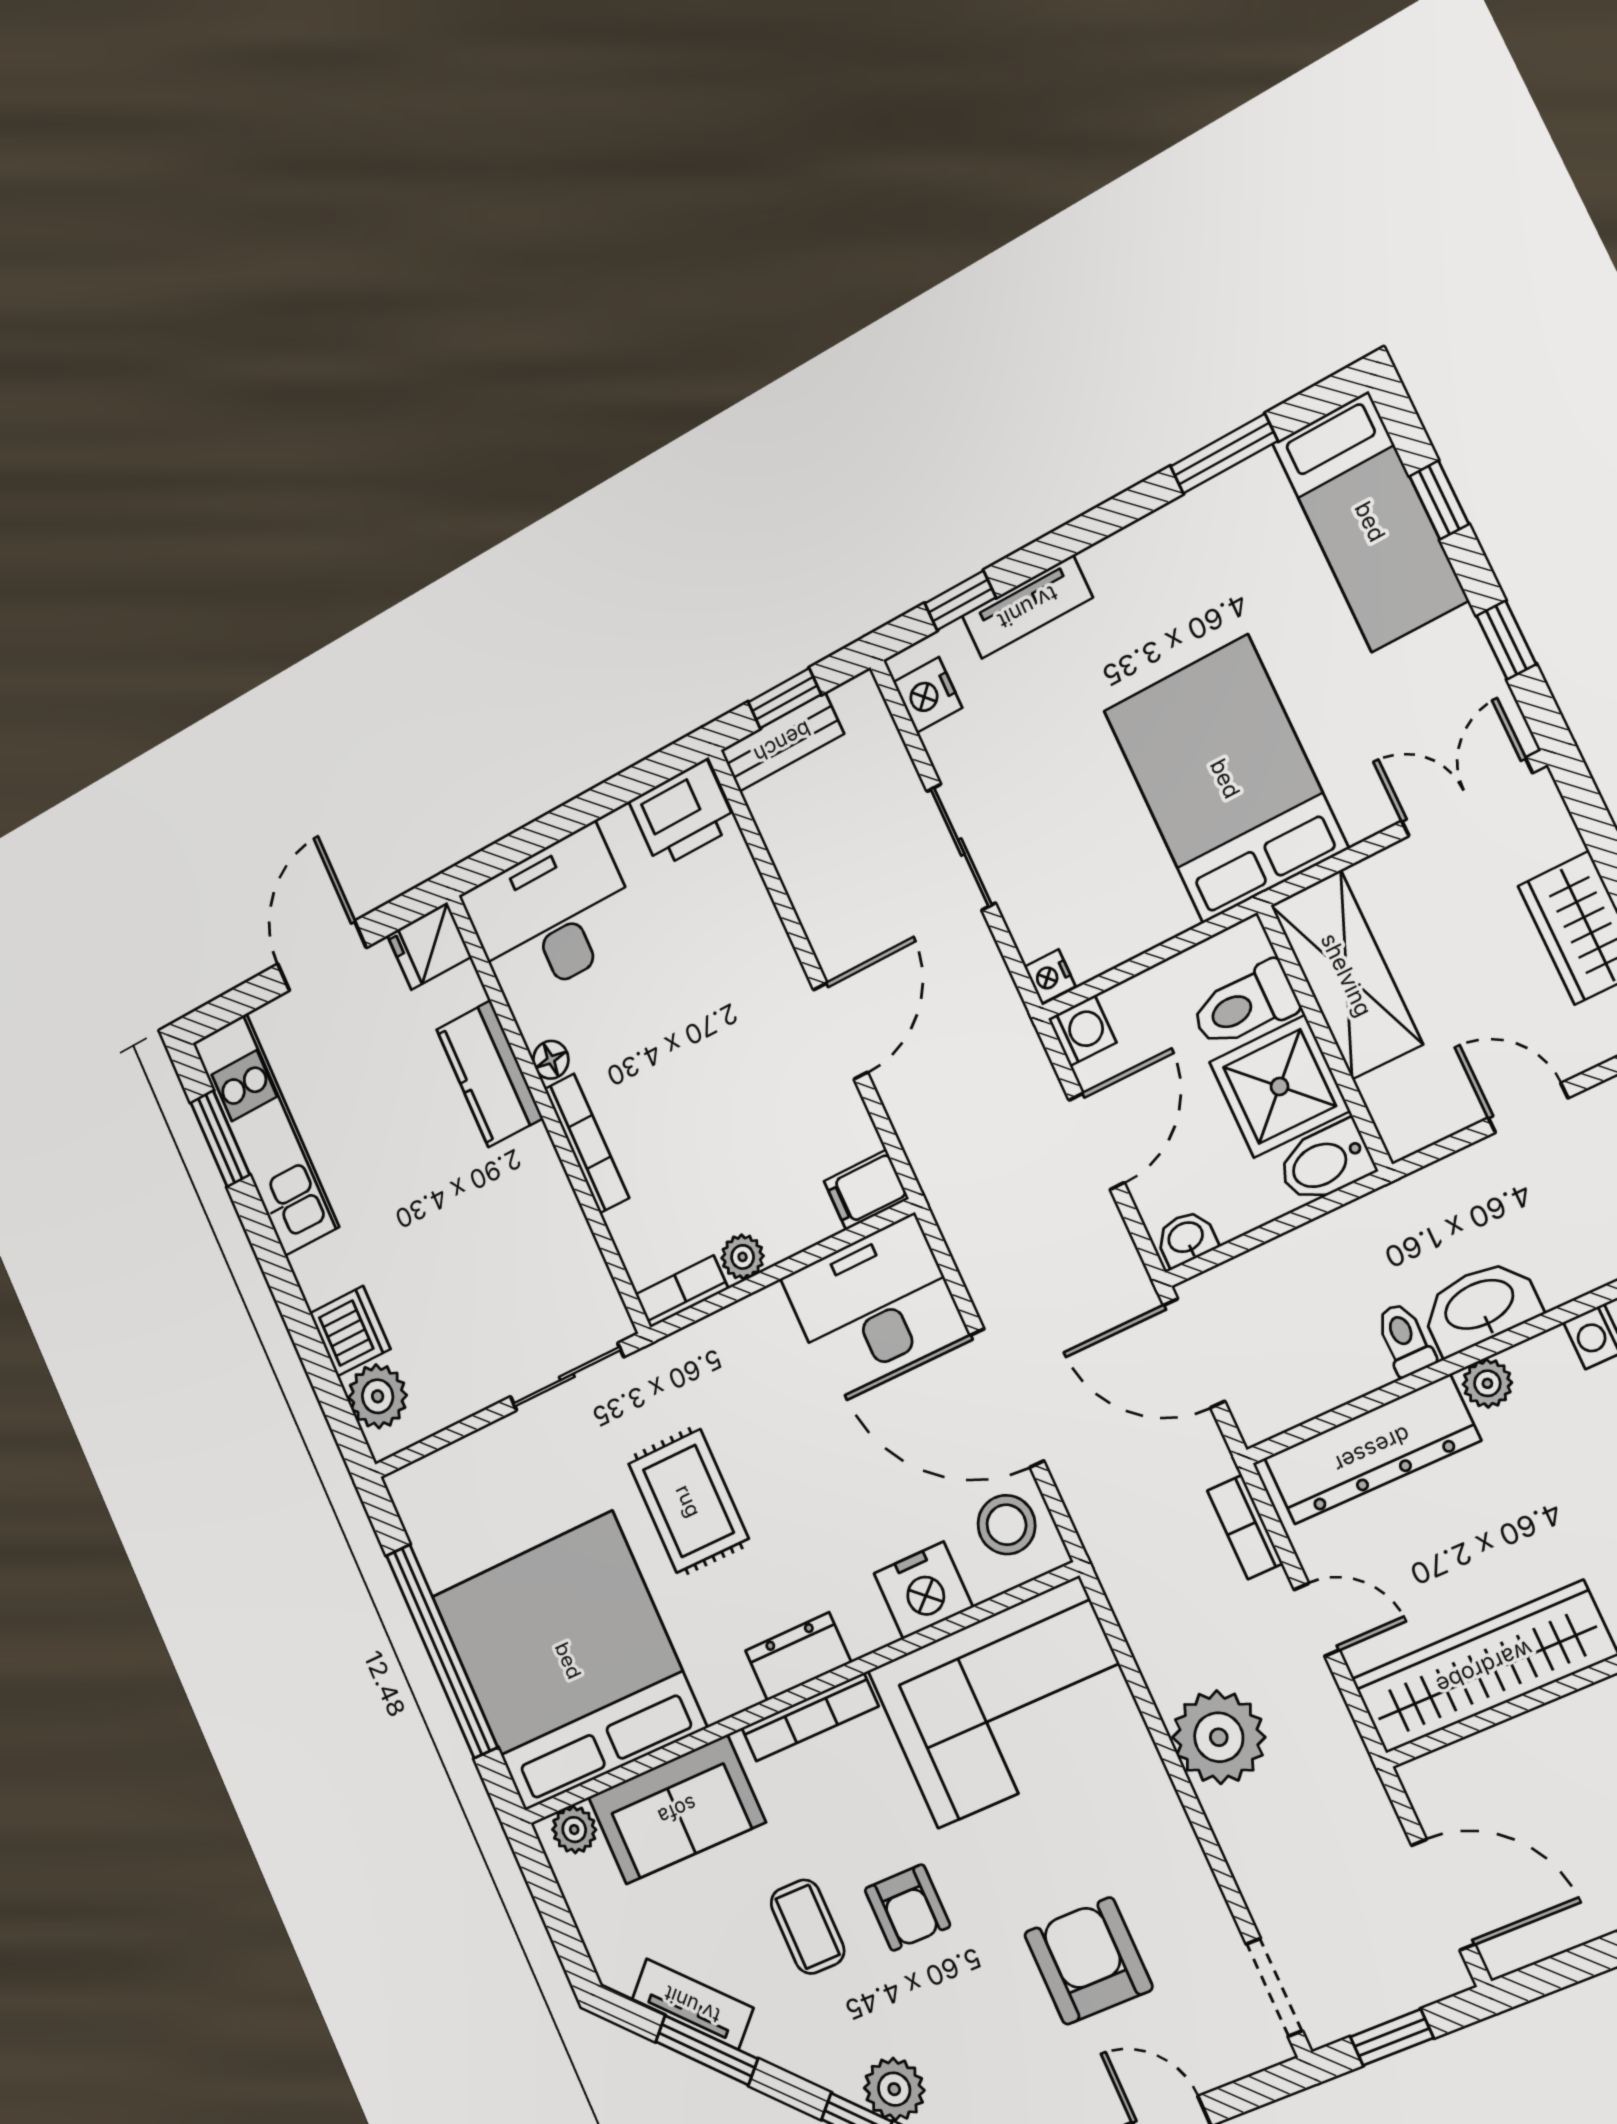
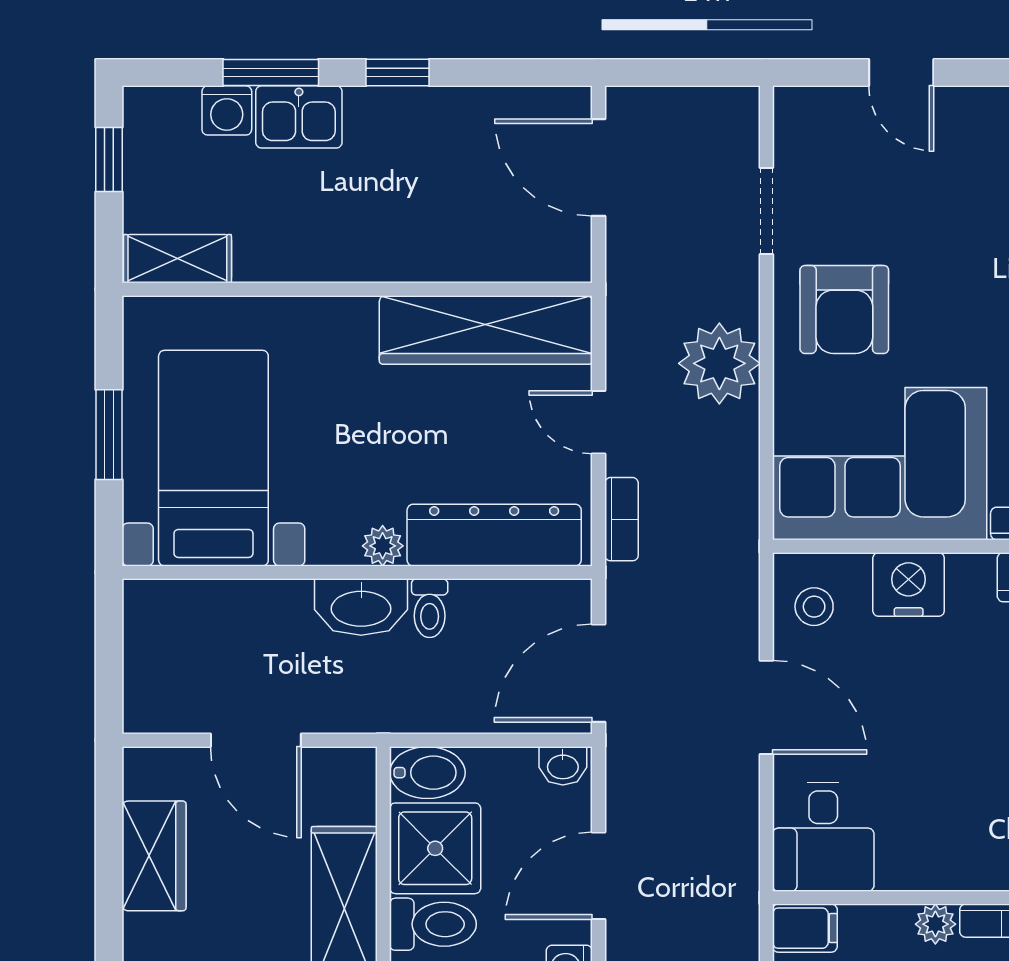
door: (1528, 1108) -> (256, 740), width x1.38
desk: (872, 1301) -> (823, 837), width x0.73
door: (1194, 1353) -> (598, 673), swing flipped
door: (1007, 1398) -> (766, 707), width x0.73
stool: (1007, 1525) -> (814, 607), width x0.73, depth x0.73
armchair: (1088, 1961) -> (844, 309), moved
doorway: (1274, 1987) -> (766, 211), moved
window: (1392, 2037) -> (690, 73), removed

